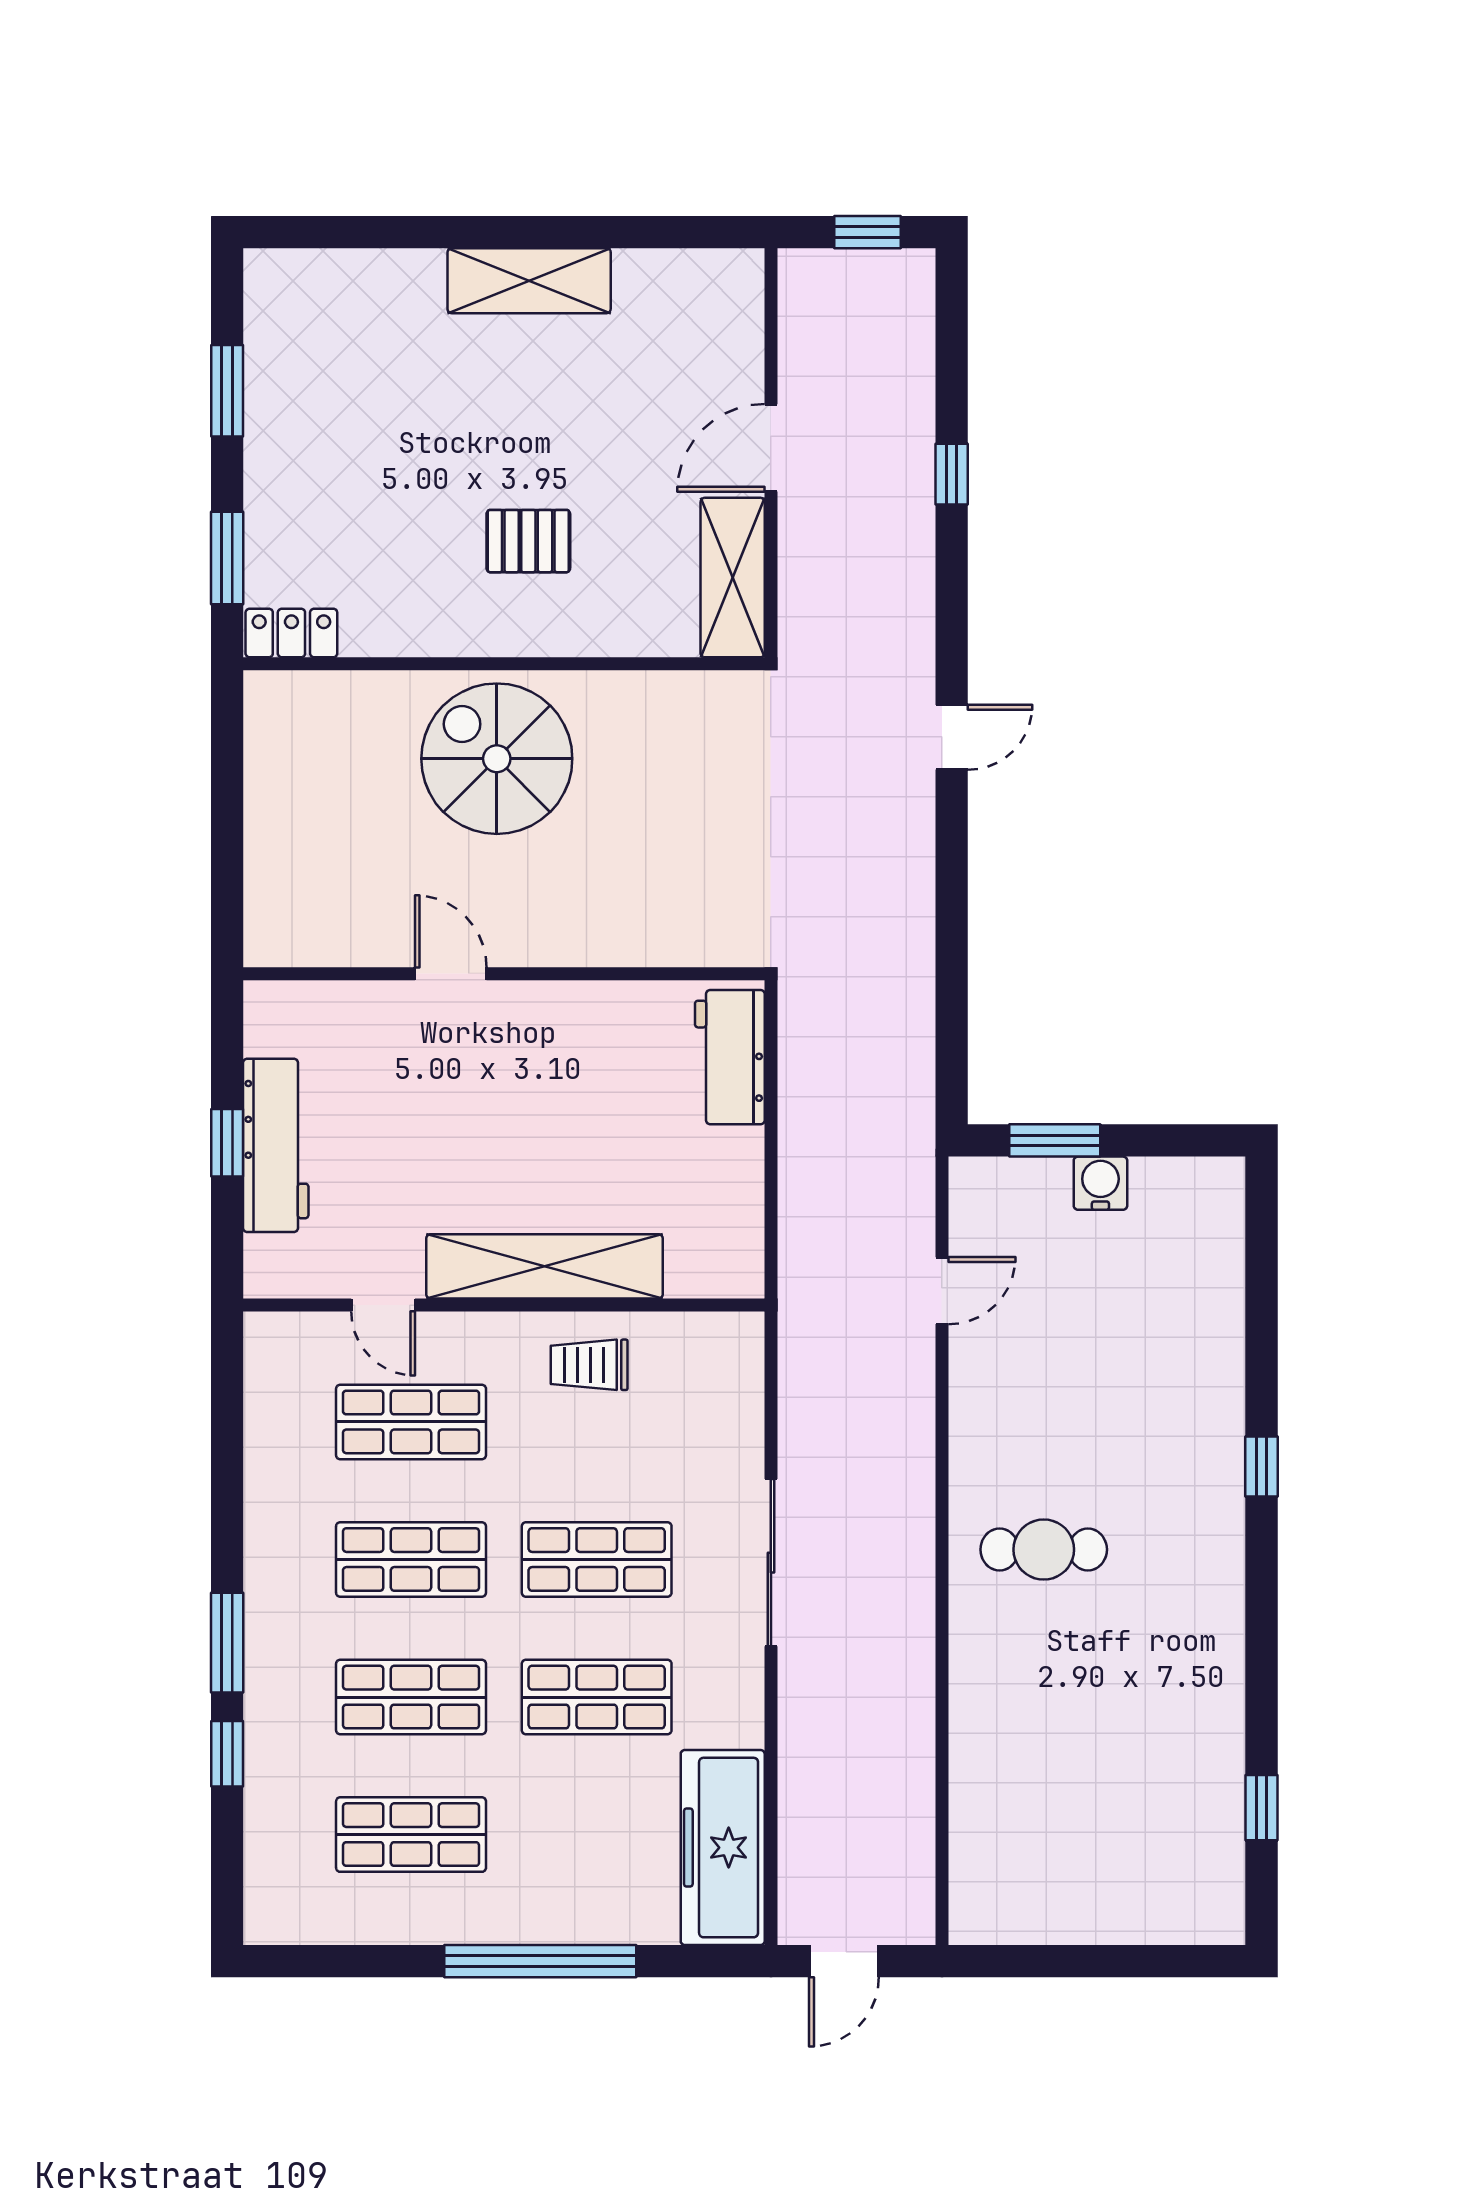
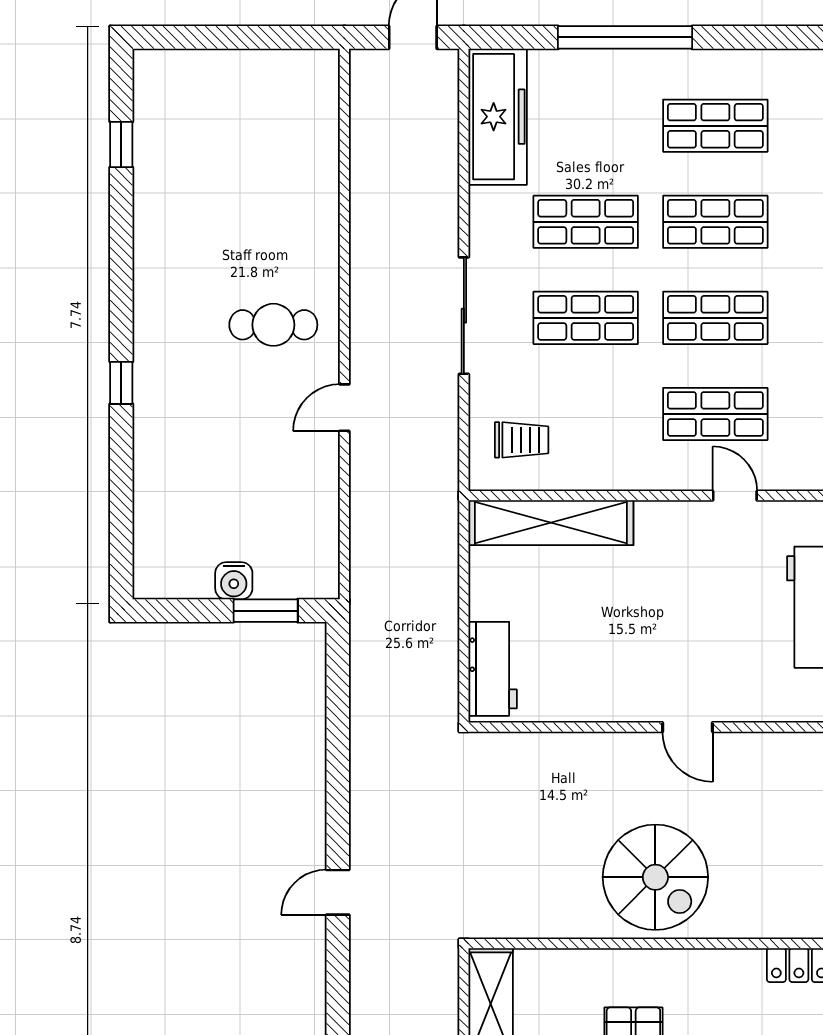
shelving: (544, 1266) -> (551, 523), moved
door: (942, 1291) -> (344, 408), moved
trolley: (589, 1365) -> (522, 440), moved

